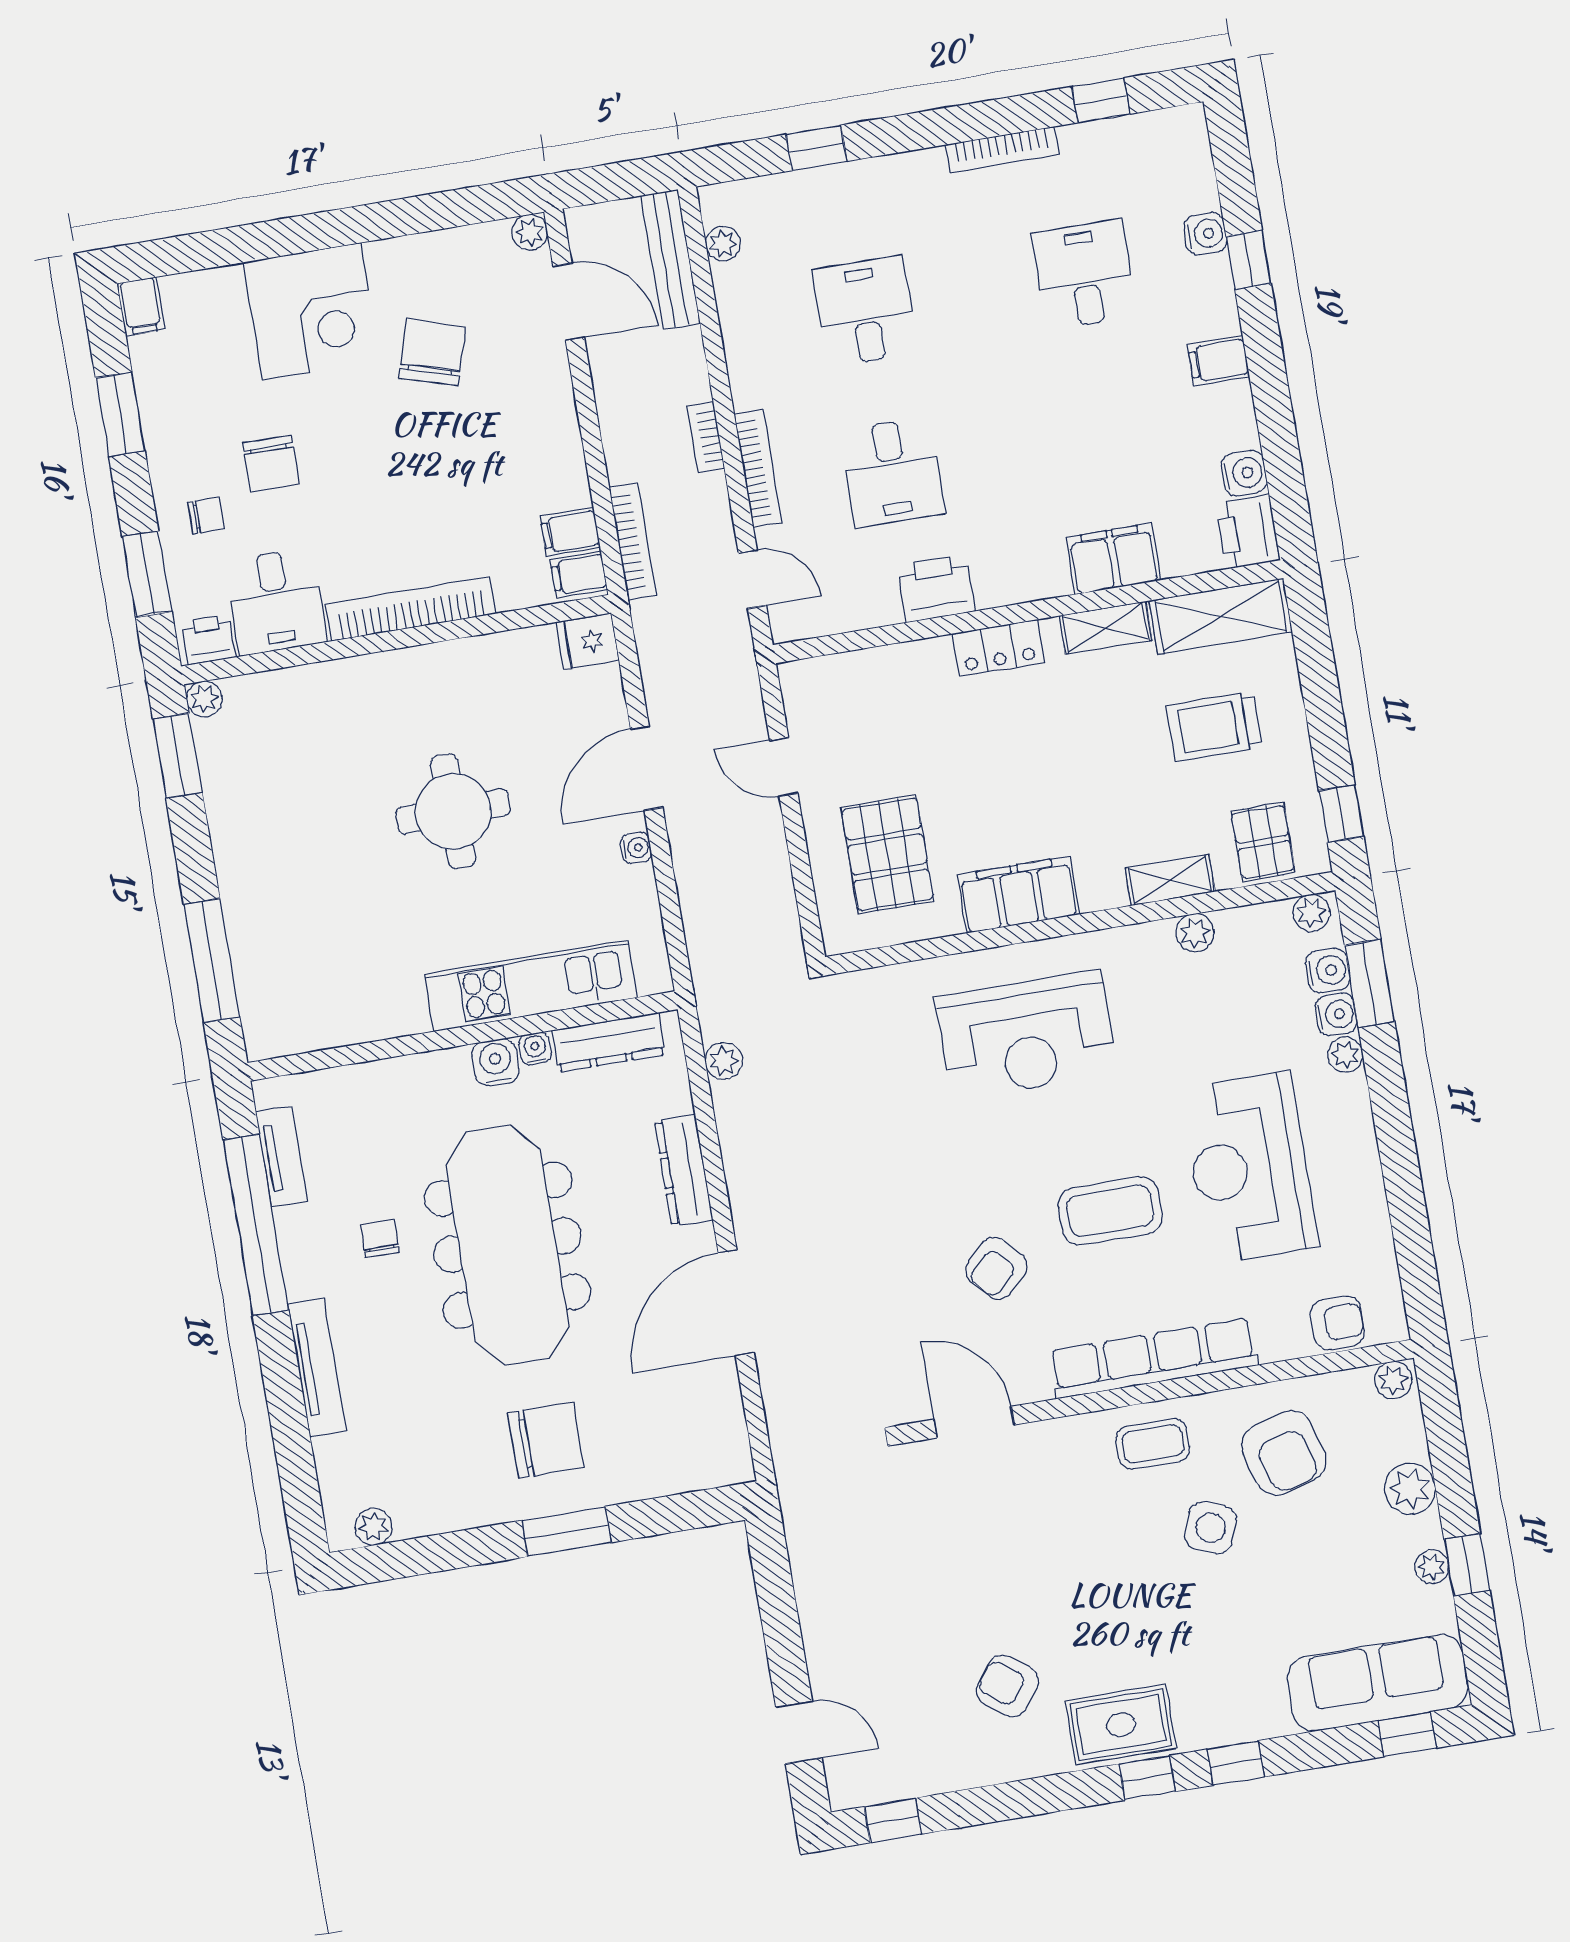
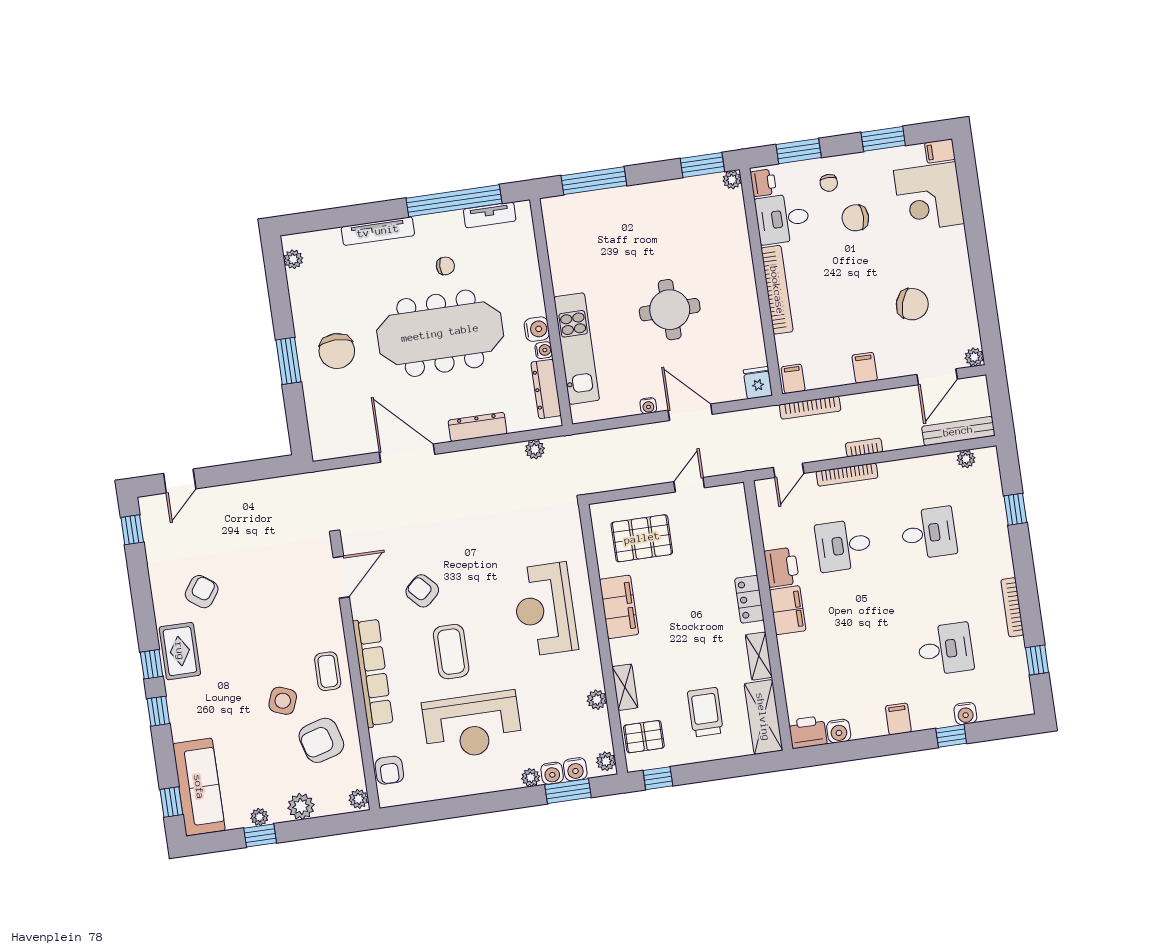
corner desk: (312, 311) -> (929, 197), moved
filing cabinet: (570, 532) -> (865, 368), moved
filing cabinet: (1113, 559) -> (788, 610), moved
reception desk: (1249, 1168) -> (472, 725), turned 180

